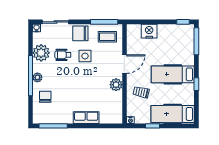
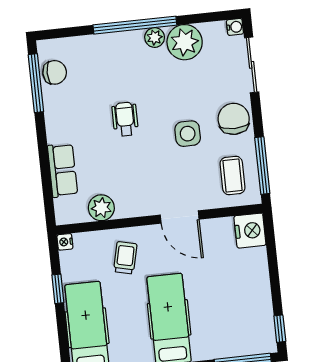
nightstand: (149, 31) -> (250, 231), moved
wheelchair: (63, 55) -> (125, 119), moved
plant: (37, 77) -> (155, 38), moved
plant: (116, 85) -> (101, 208), moved
chair: (45, 97) -> (55, 72), moved
row of seats: (86, 118) -> (62, 170), moved

